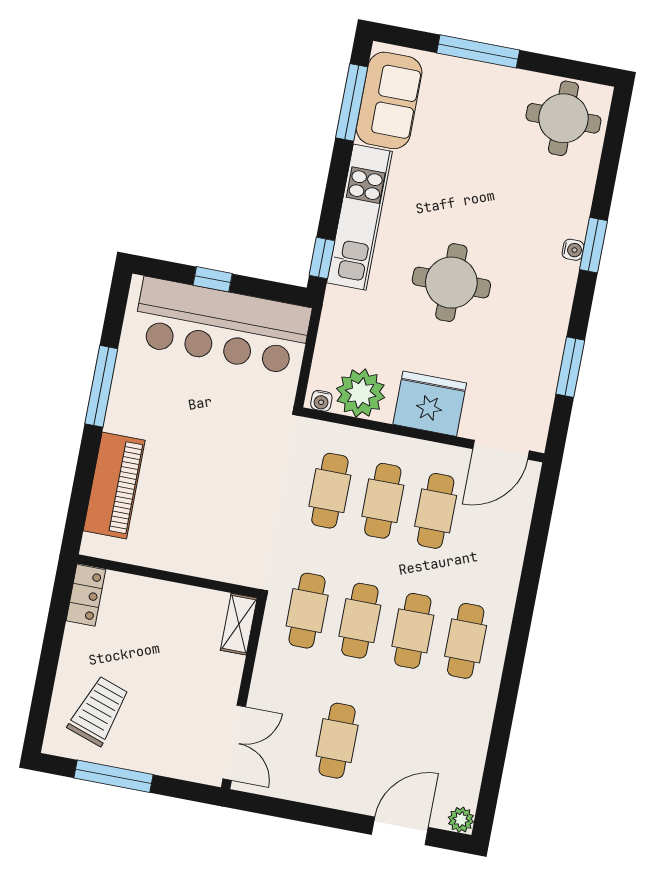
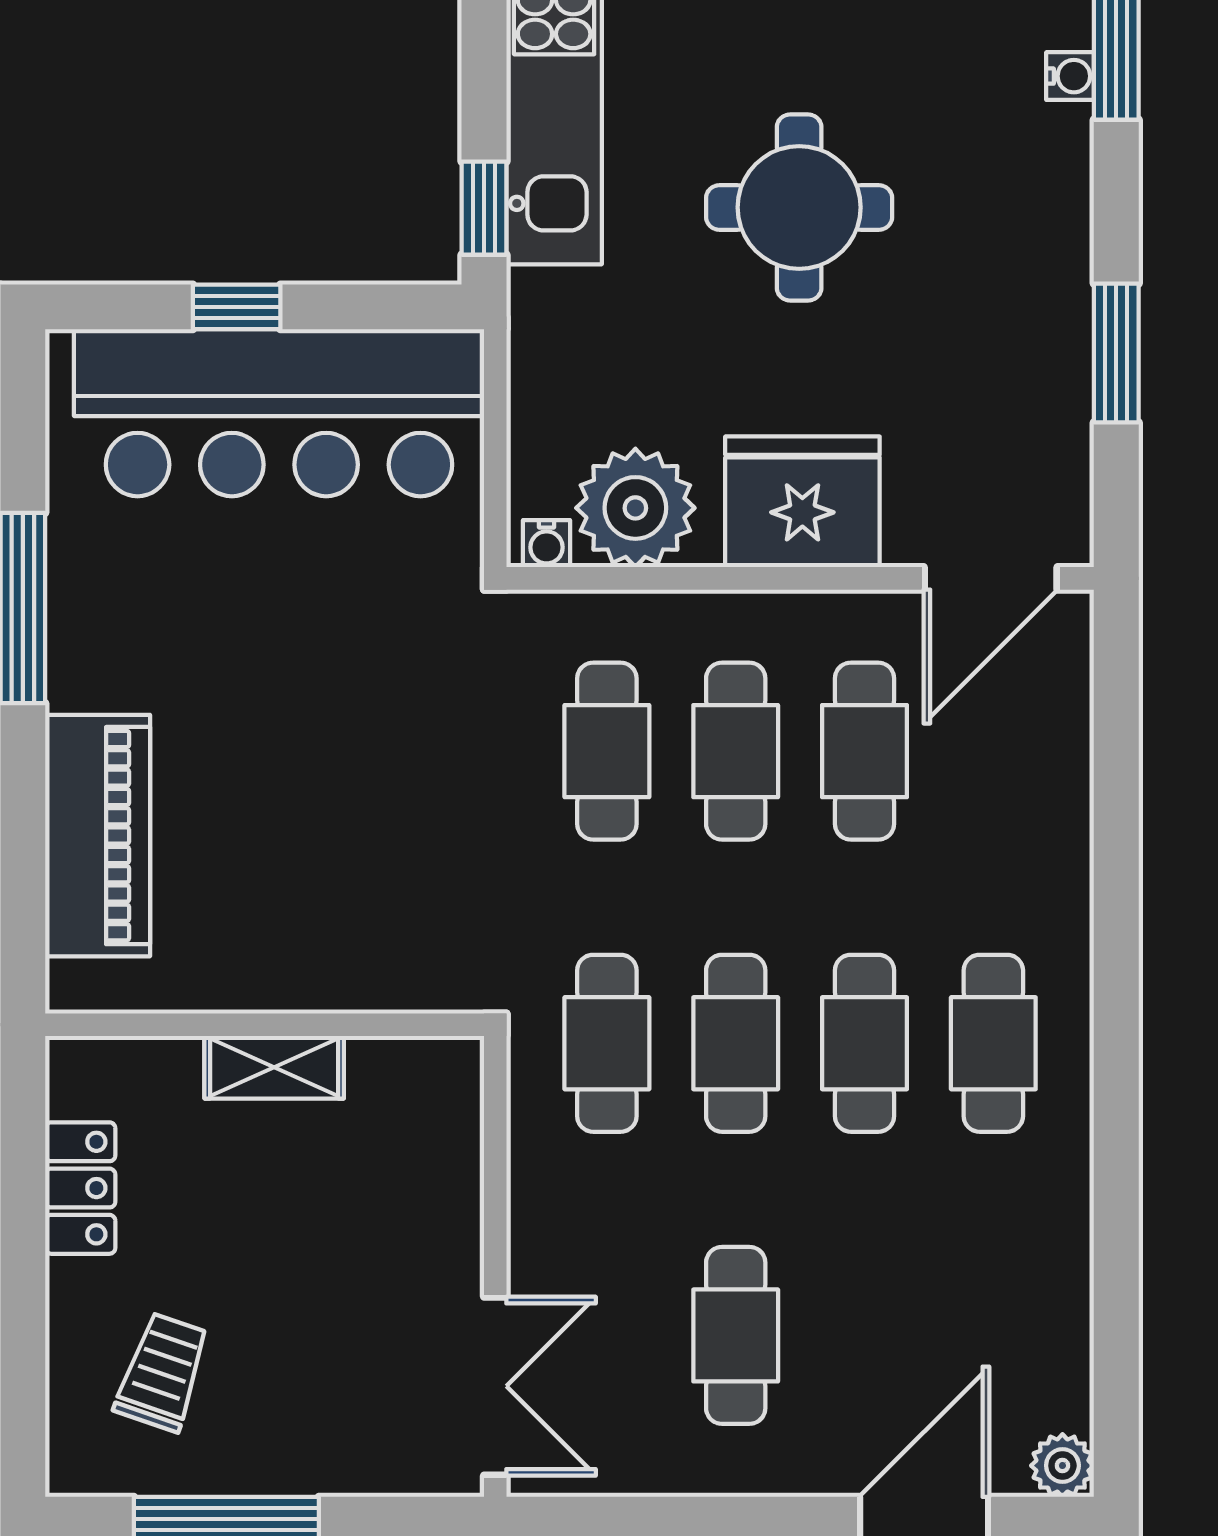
locker: (86, 595) -> (80, 1188), moved
shelving: (239, 624) -> (274, 1067), moved, turned 90
trolley: (99, 711) -> (162, 1372), width x0.73, depth x0.72

